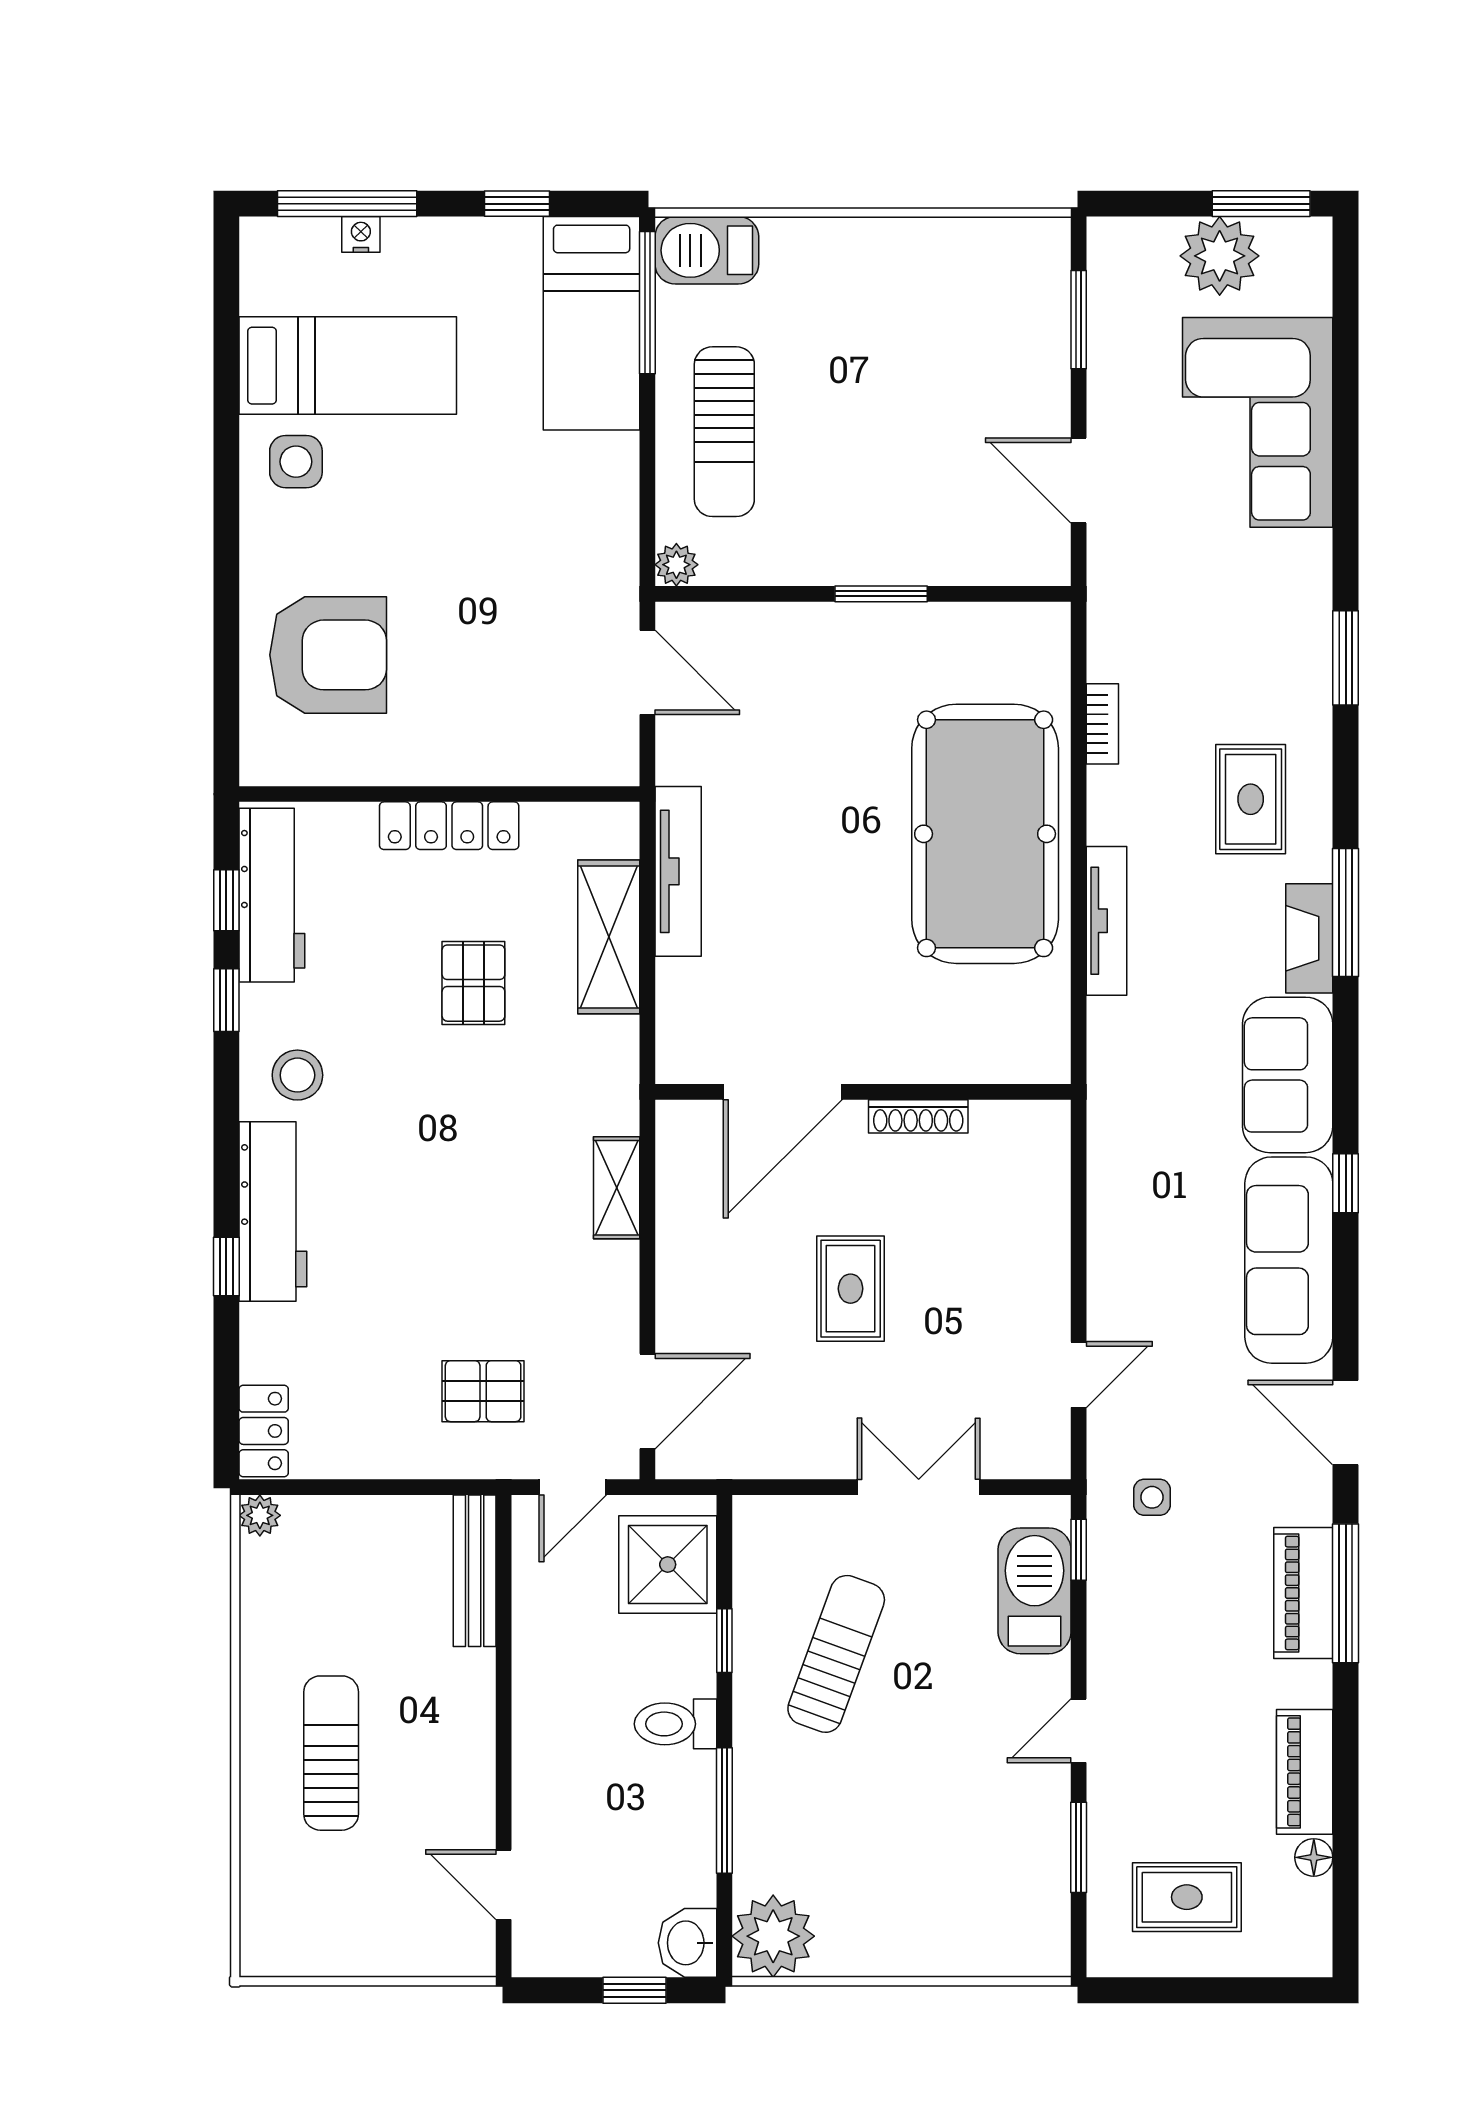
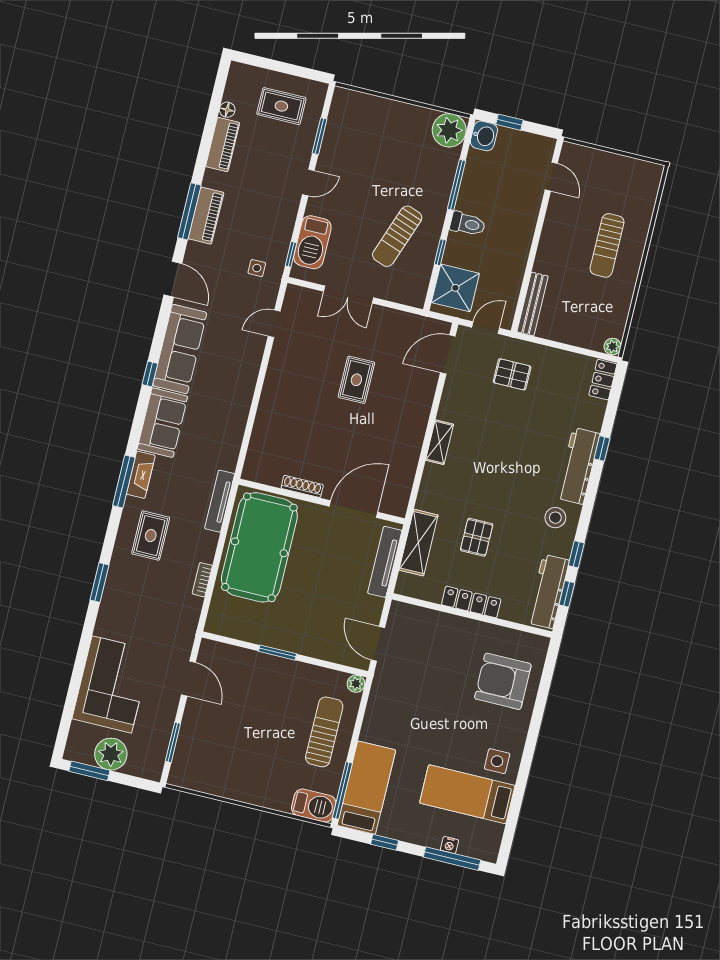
door: (783, 1092) -> (354, 509), moved
wall: (863, 1092) -> (322, 501), moved
shoe rack: (918, 1116) -> (302, 486), moved

